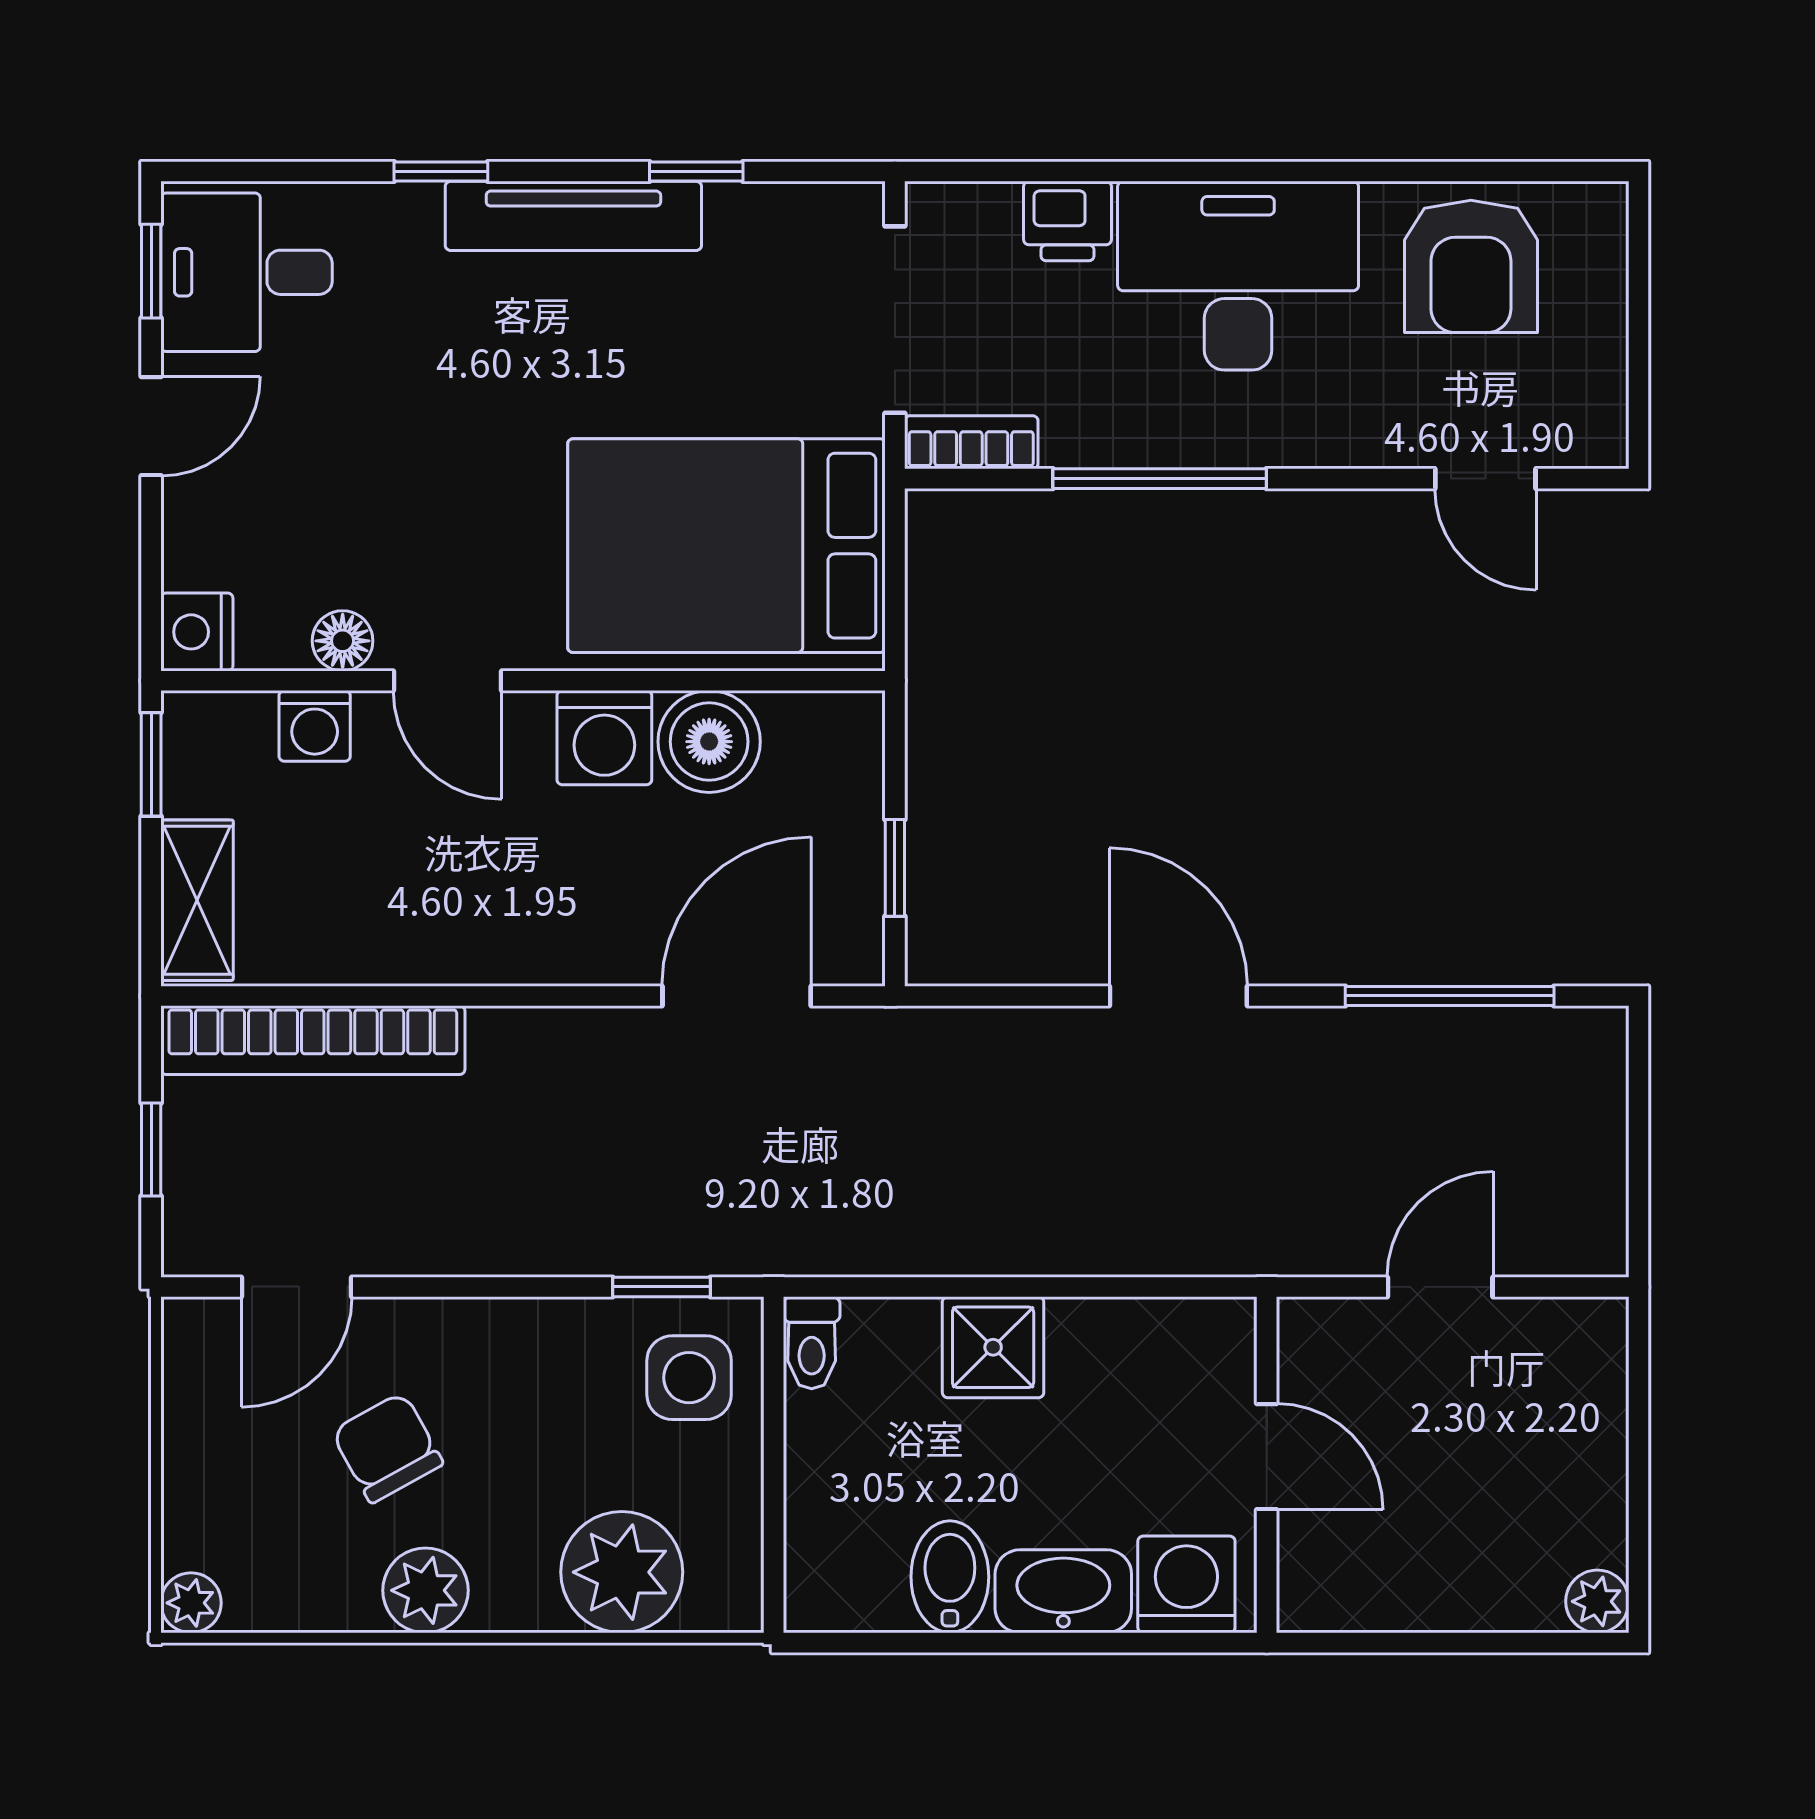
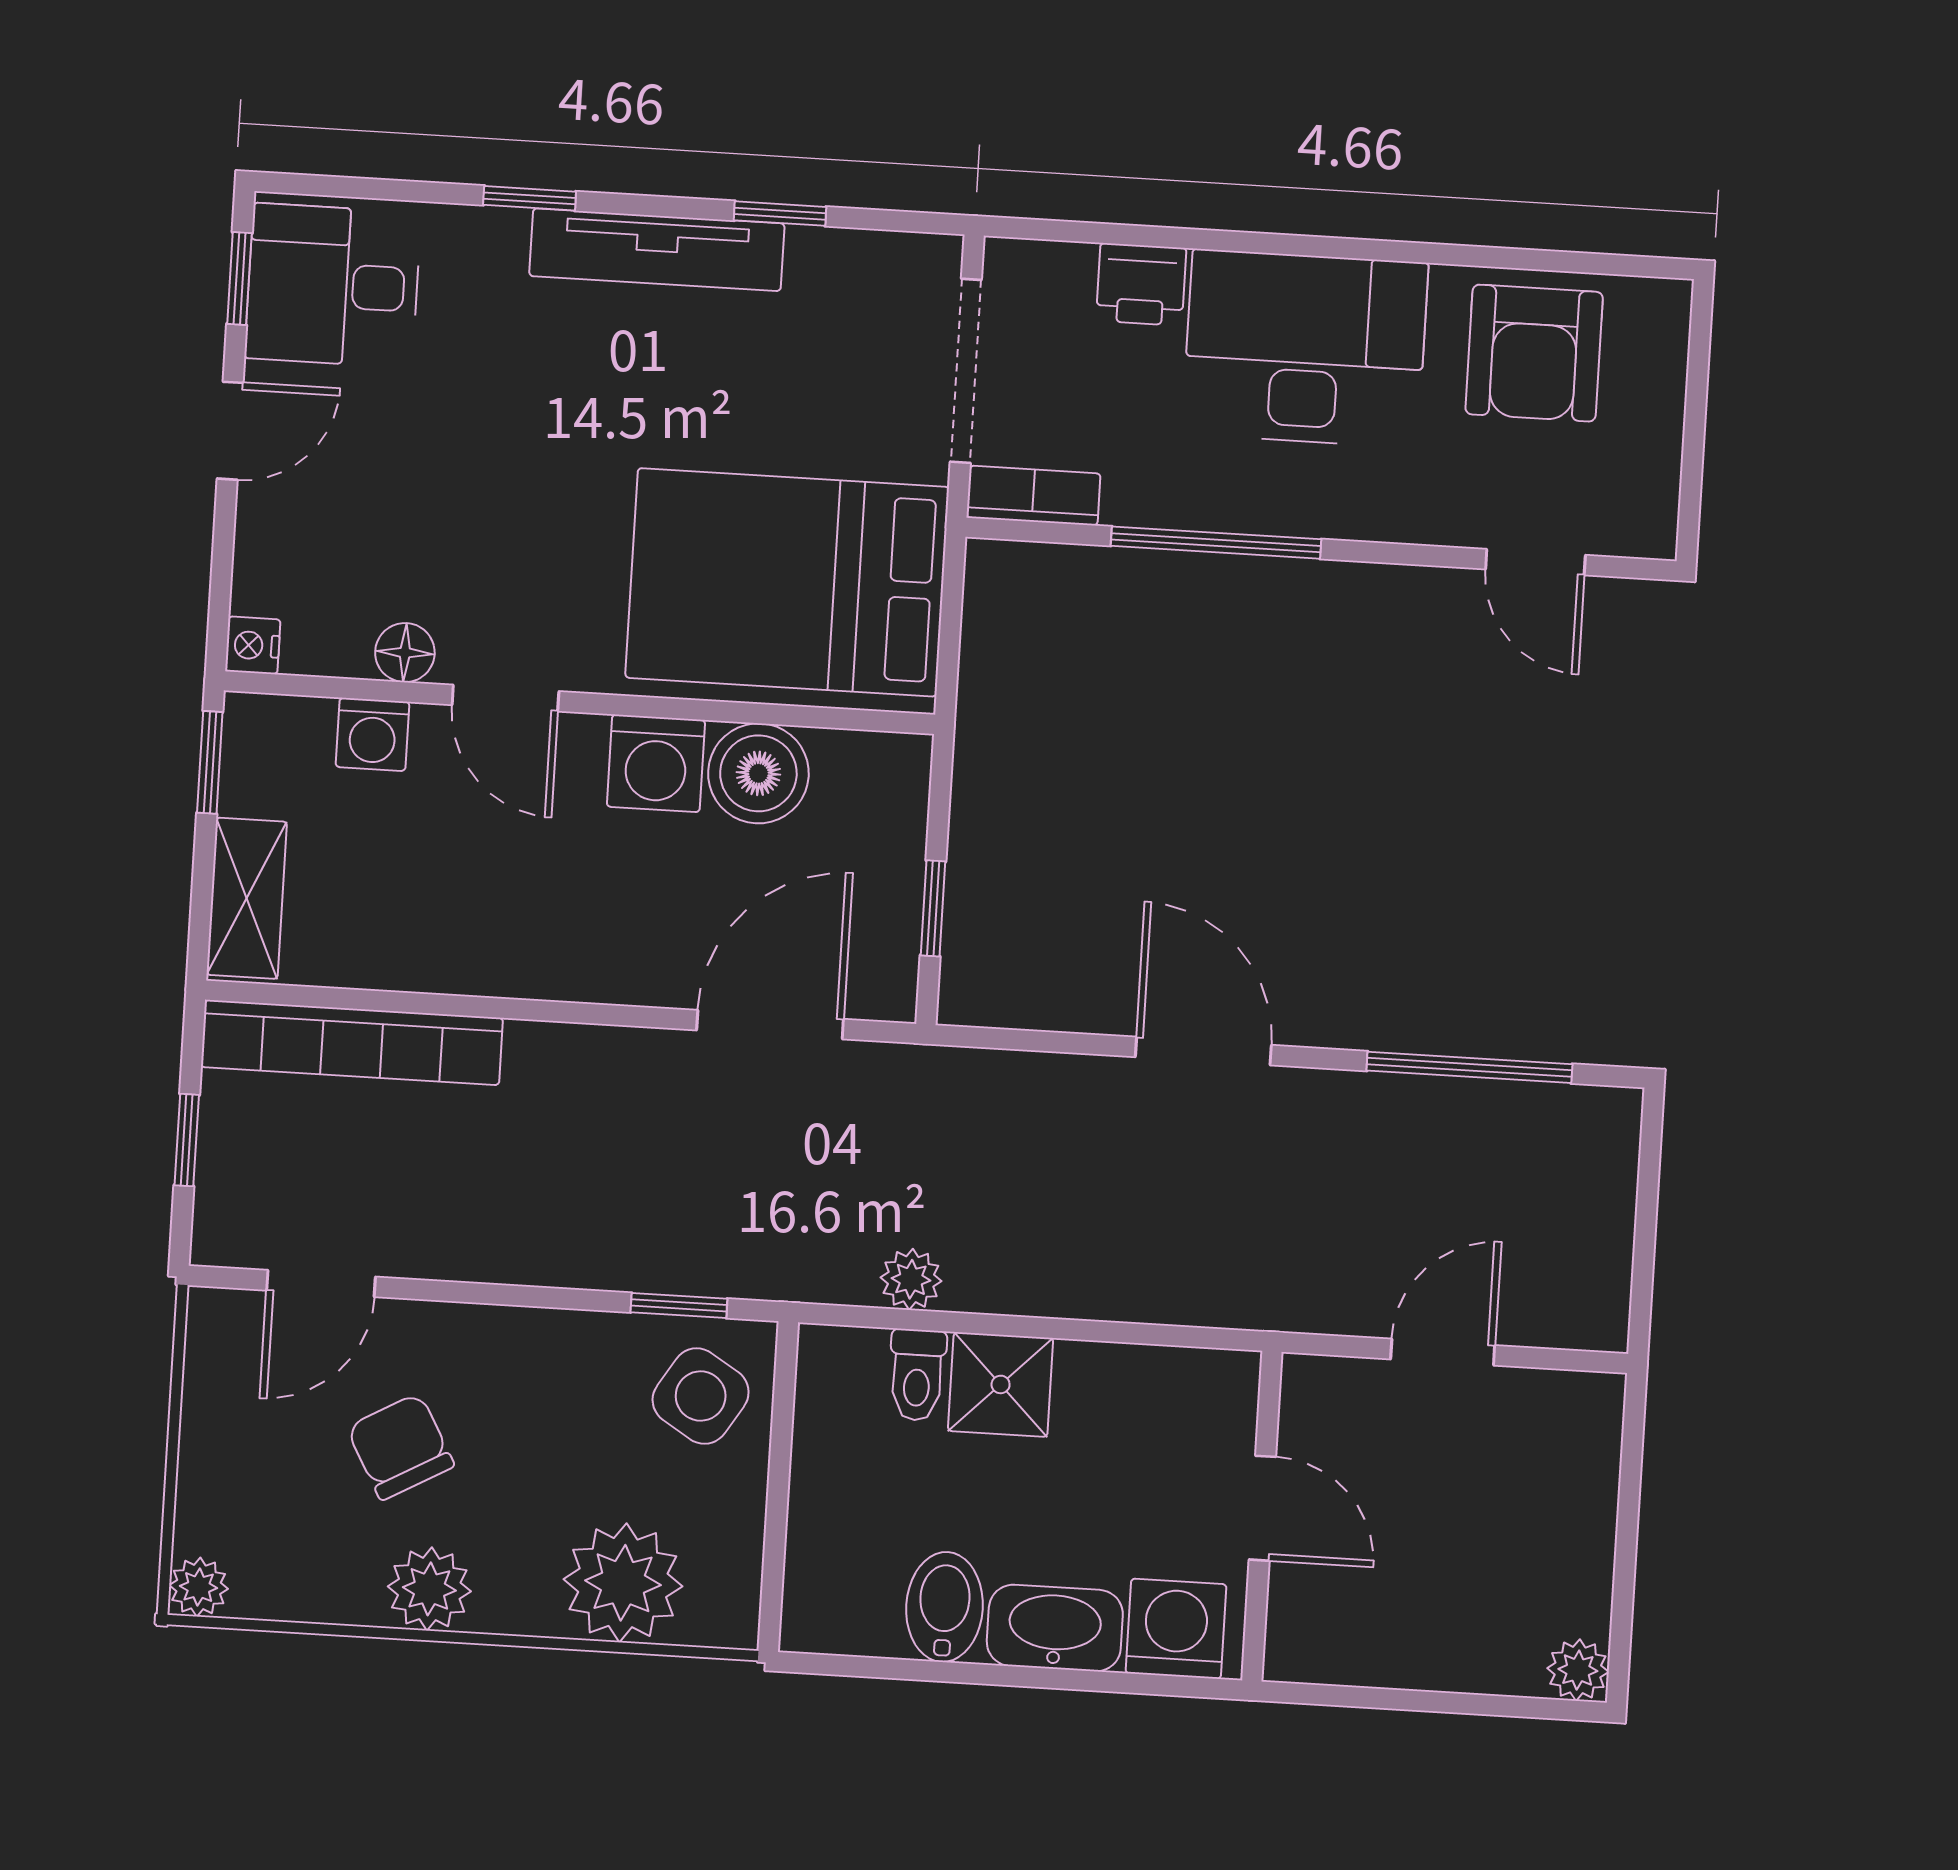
nightstand: (197, 632) -> (253, 645), width x0.72, depth x0.74
plant: (895, 1246) -> (911, 1279), added
toilet: (812, 1343) -> (917, 1375), moved
side table: (689, 1378) -> (701, 1396), turned 32

